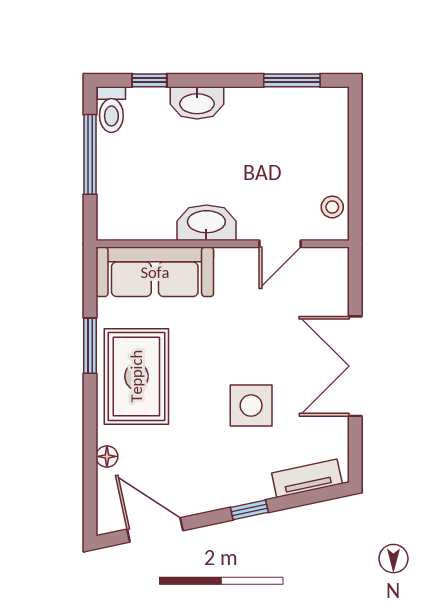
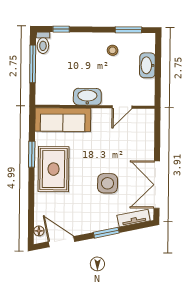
washbasin: (197, 103) -> (147, 65), moved, turned 90
stool: (332, 207) -> (112, 50), moved
double door: (355, 366) -> (157, 185), moved
floor lamp: (107, 456) -> (39, 231), moved
window: (249, 510) -> (106, 233), width x1.50

